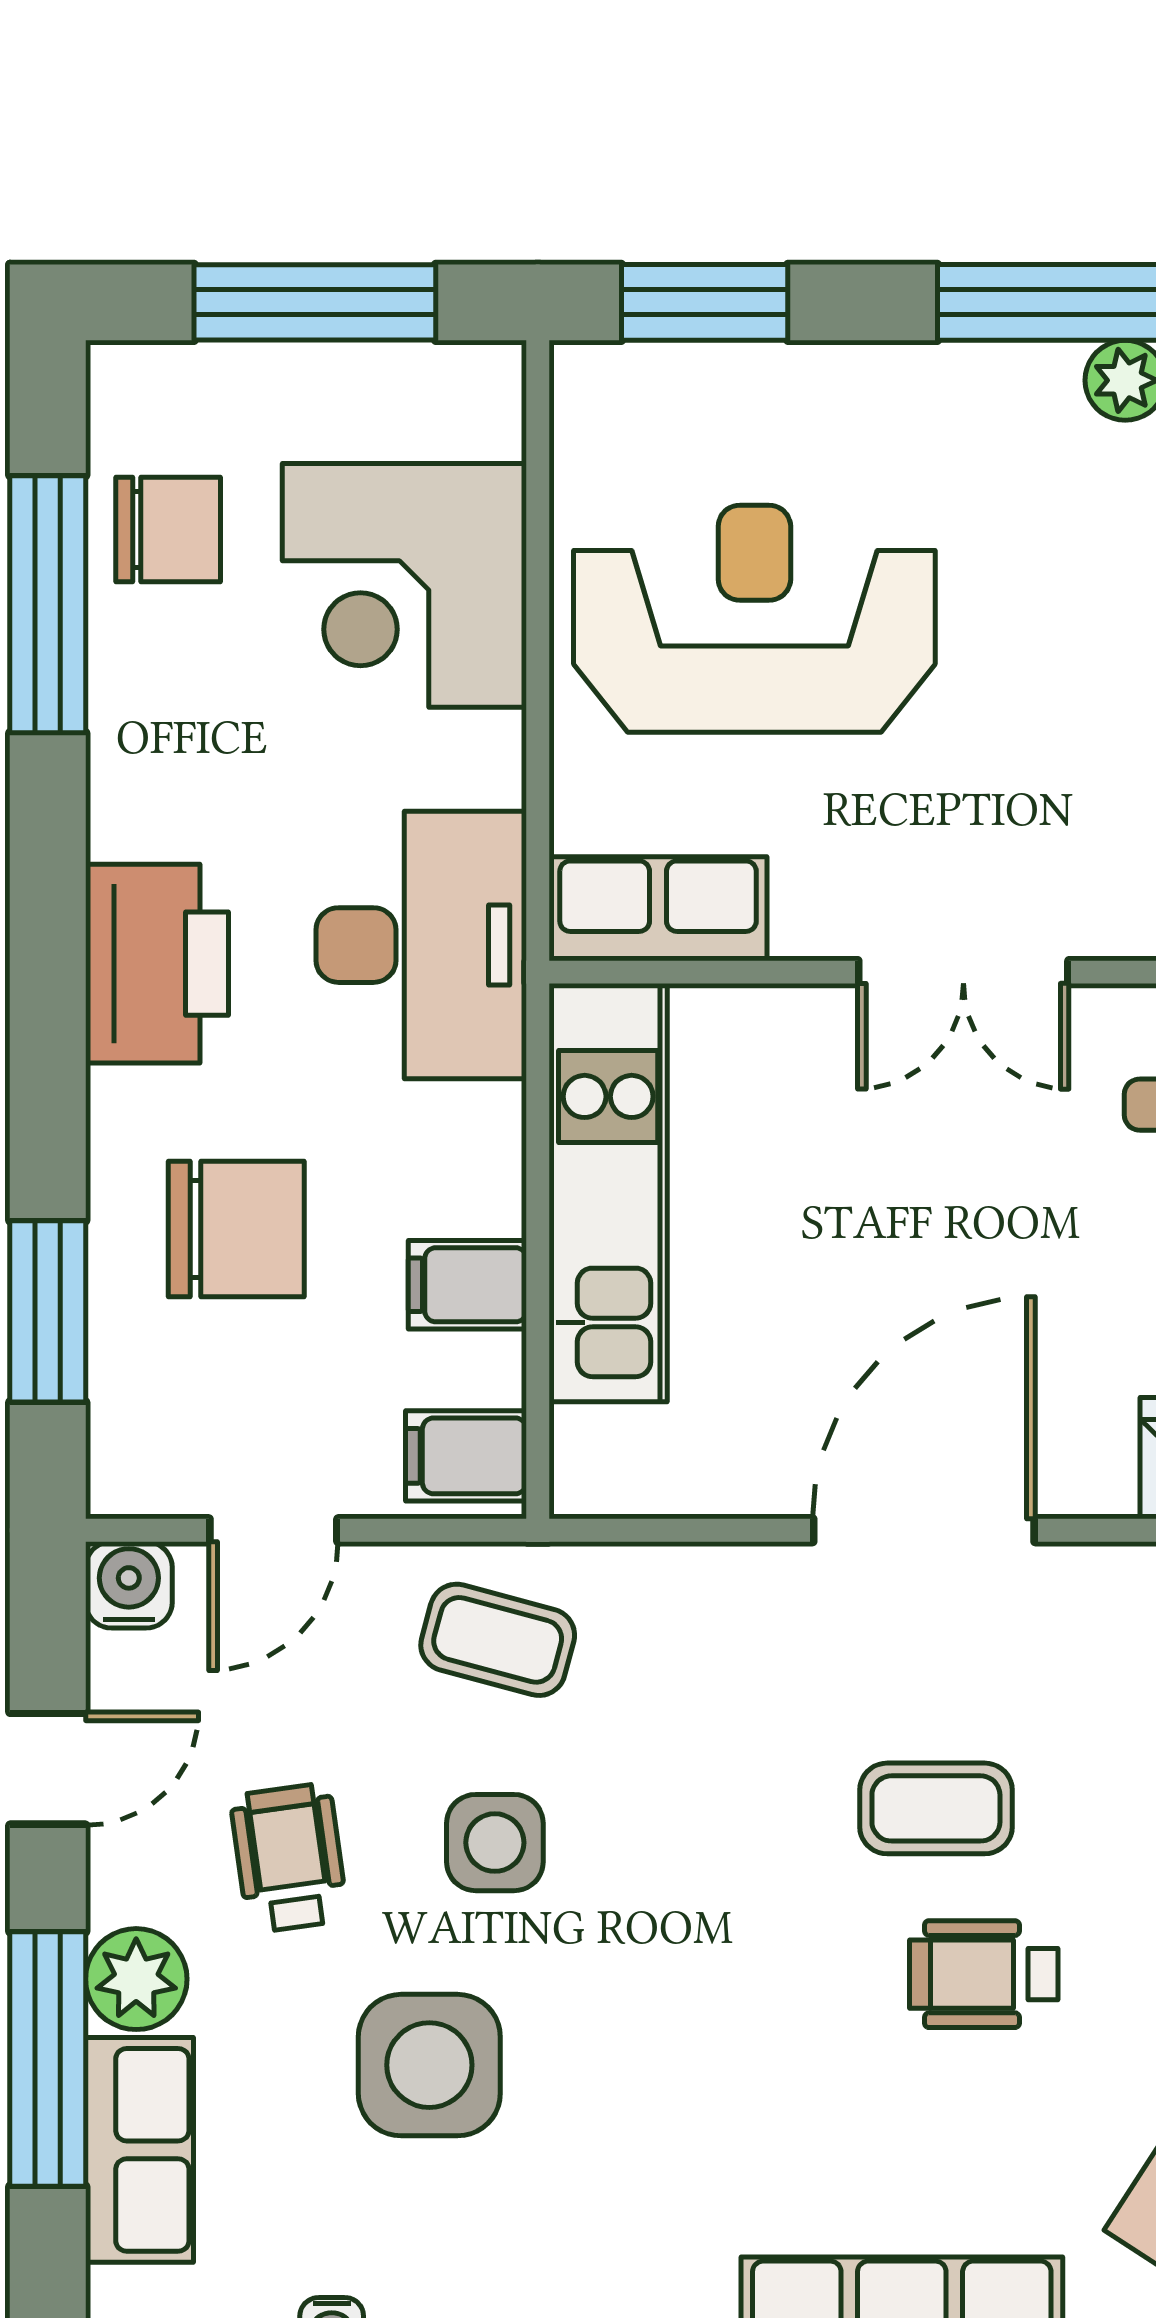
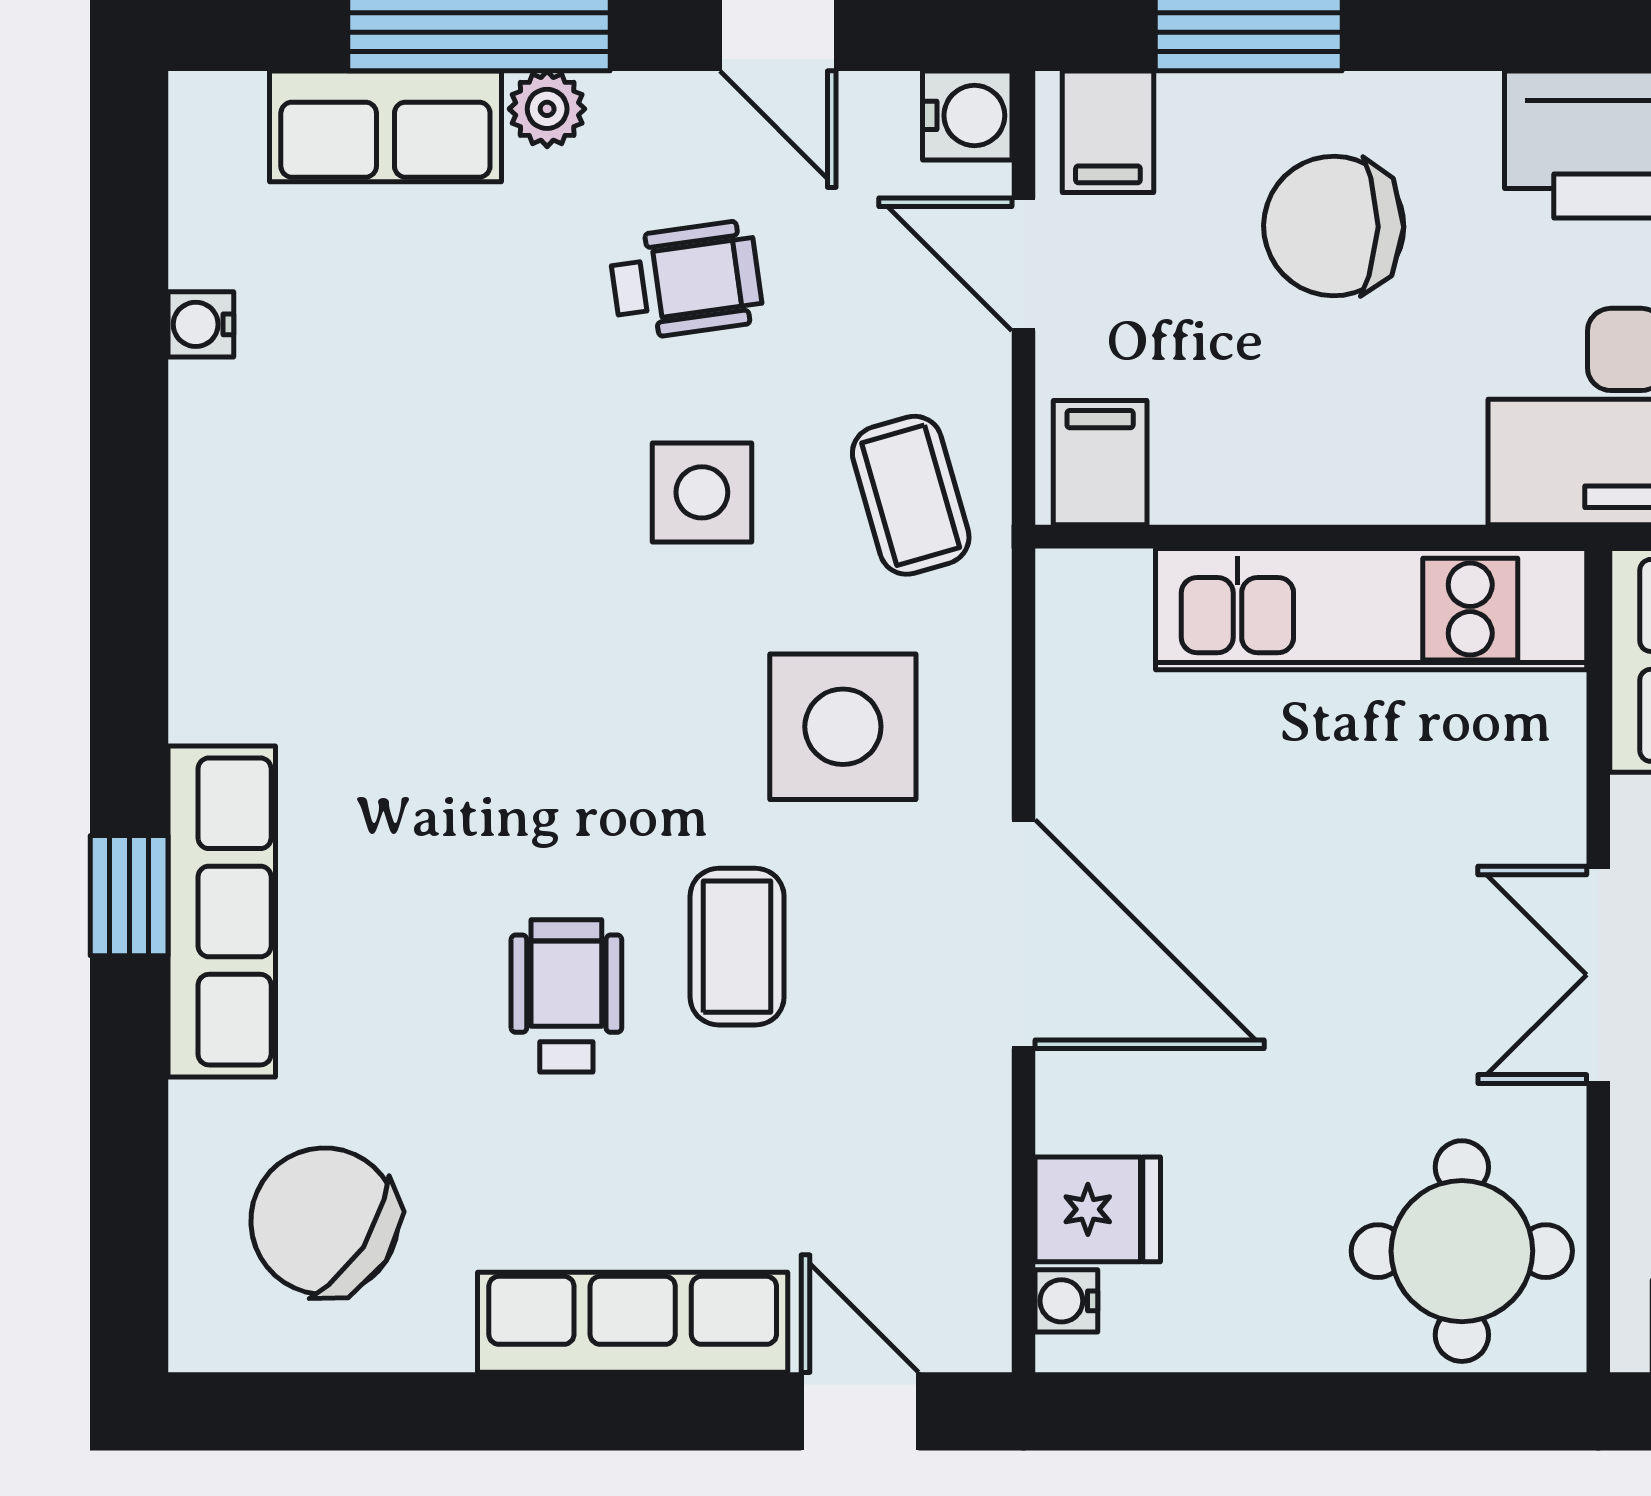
chair: (236, 1229) -> (1334, 226), turned 91
filing cabinet: (467, 1285) -> (1108, 132), moved, turned 180
coffee table: (498, 1640) -> (911, 495), turned -31
plant: (136, 1979) -> (547, 109), width x0.73, depth x0.73
side table: (429, 2065) -> (843, 727), moved

